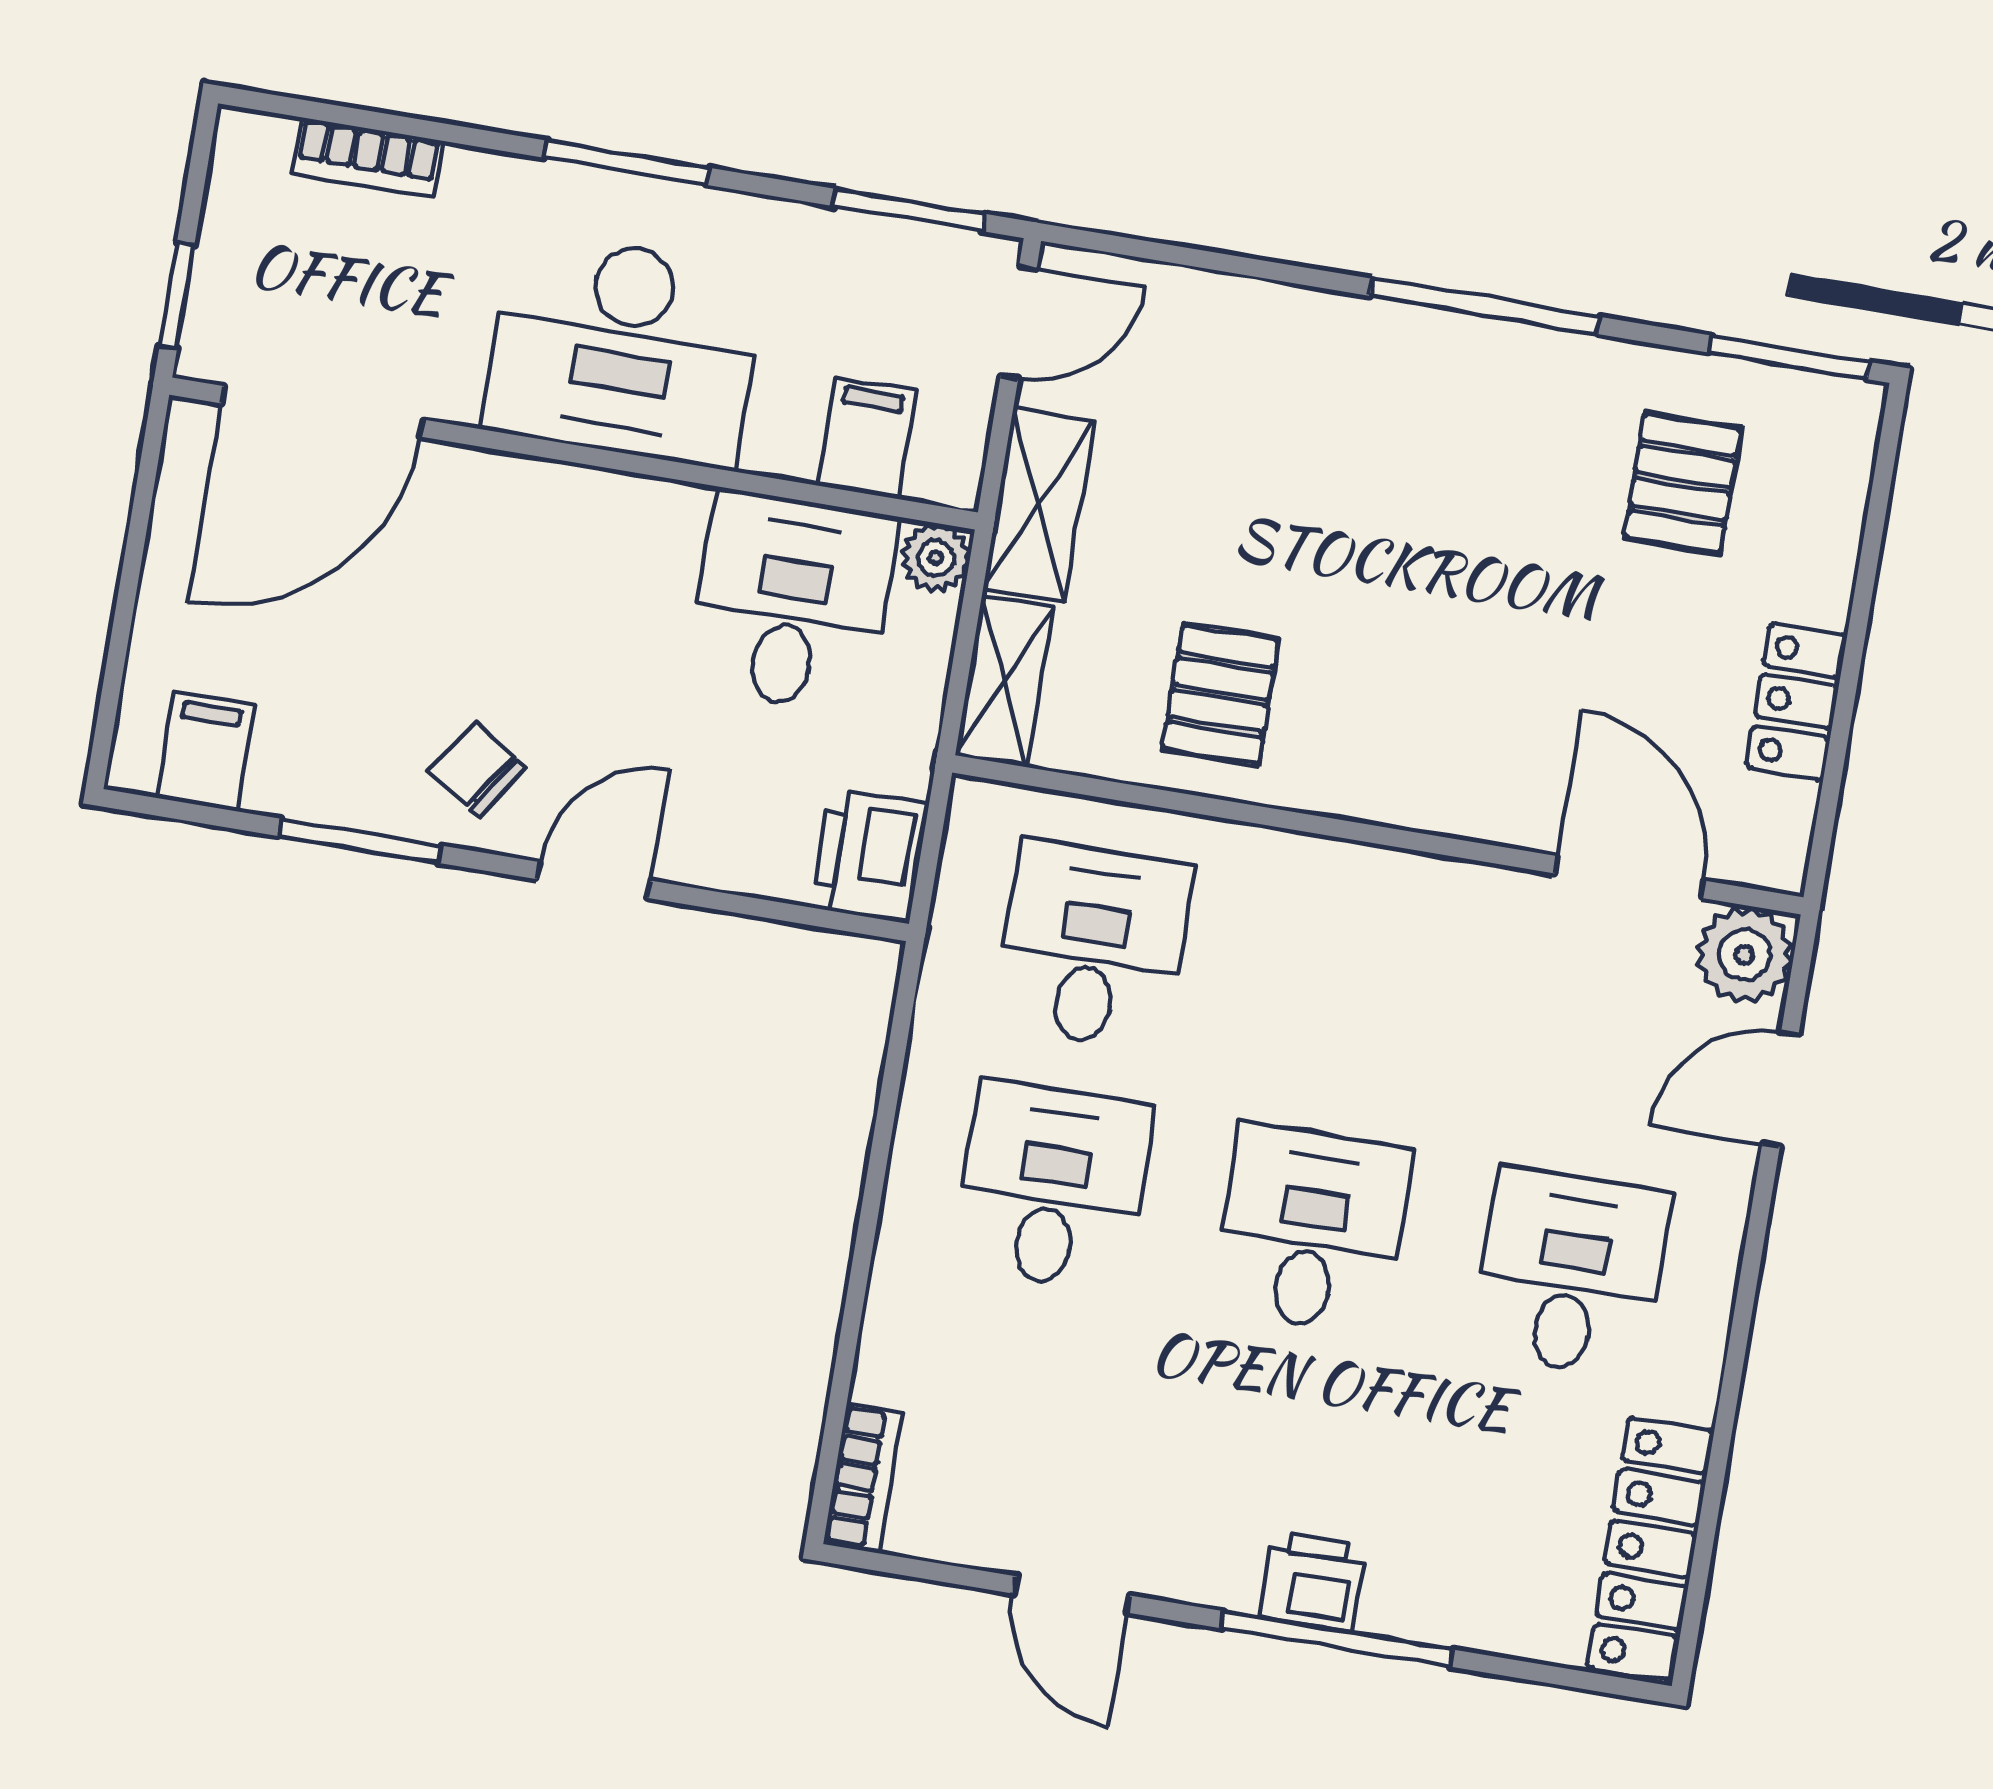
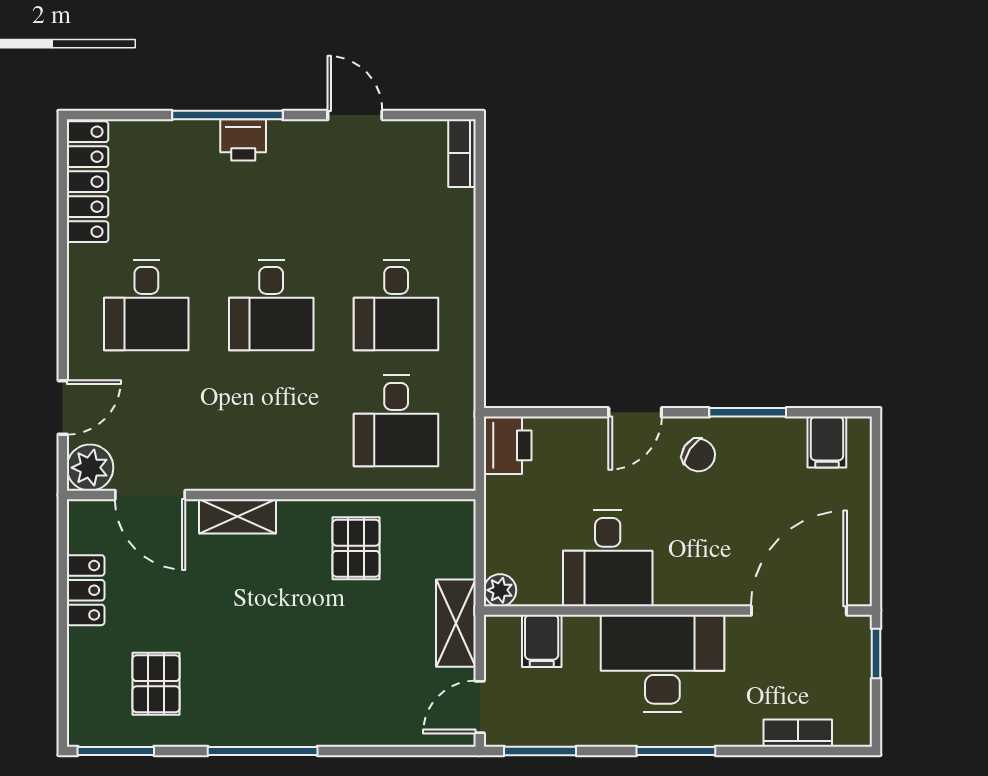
desk: (792, 602) -> (608, 558), moved
shelving: (1004, 681) -> (237, 516), moved, turned 90

